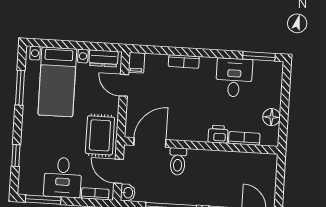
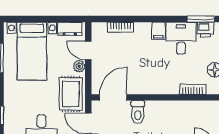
bookcase: (184, 61) -> (121, 27), moved
filing cabinet: (137, 63) -> (158, 31), moved
plant: (112, 103) -> (79, 66), added
printer: (218, 134) -> (205, 29), moved, turned 180

